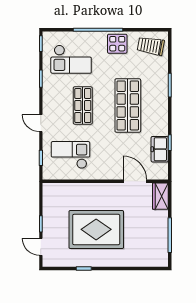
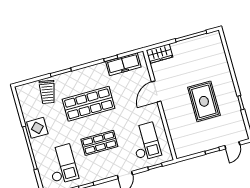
trolley: (151, 46) -> (47, 92), moved
freezer: (160, 149) -> (123, 64), width x1.40
checkout: (71, 155) -> (145, 142), turned 180
door: (135, 181) -> (156, 92), moved
rug: (96, 229) -> (204, 101), width x0.73, depth x0.69

